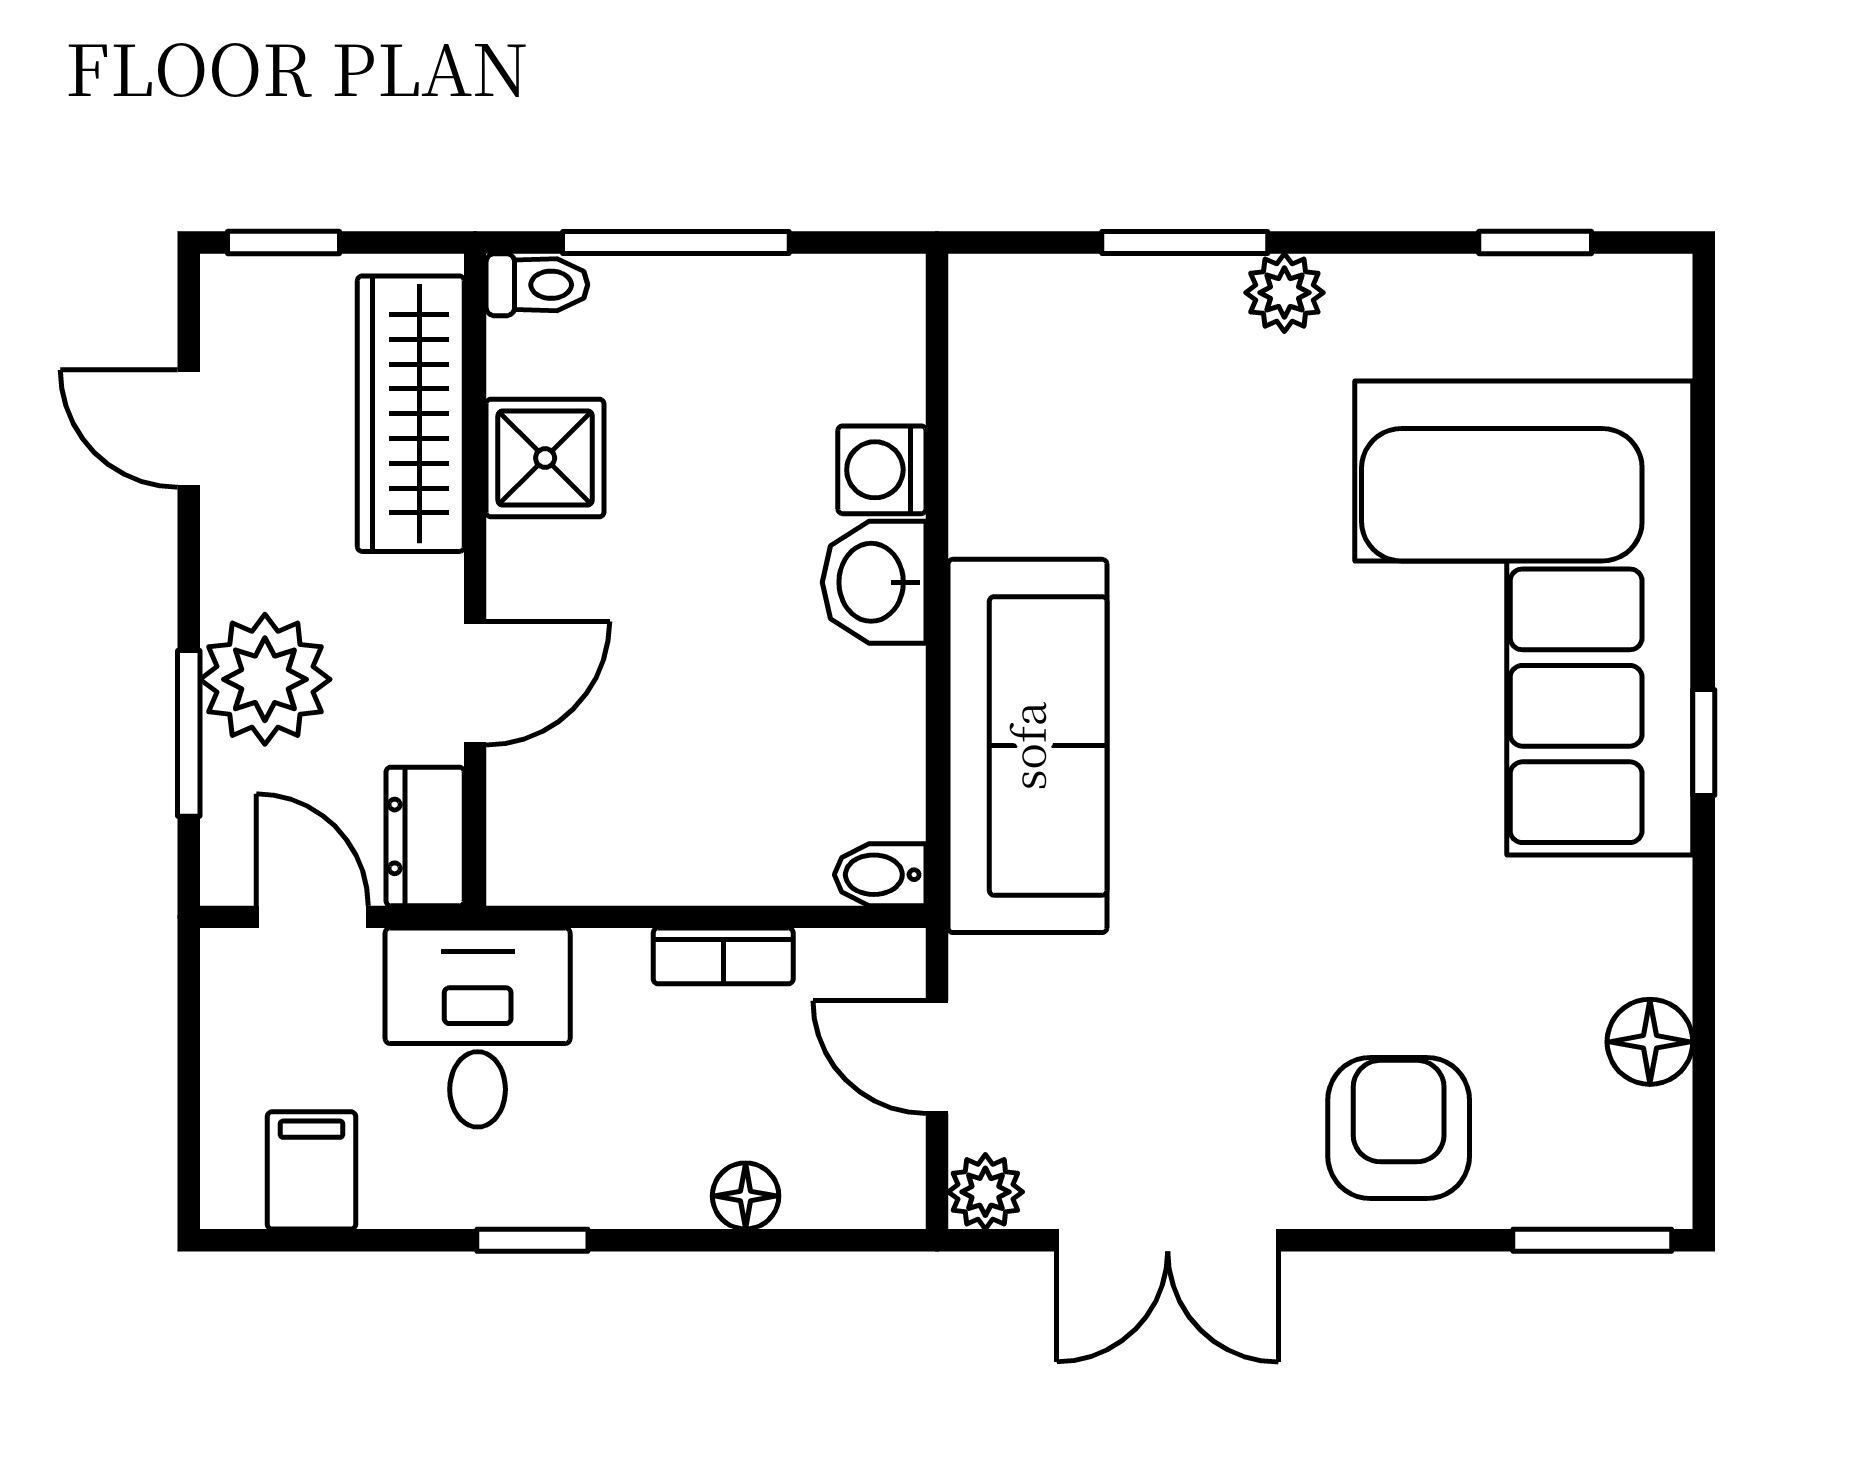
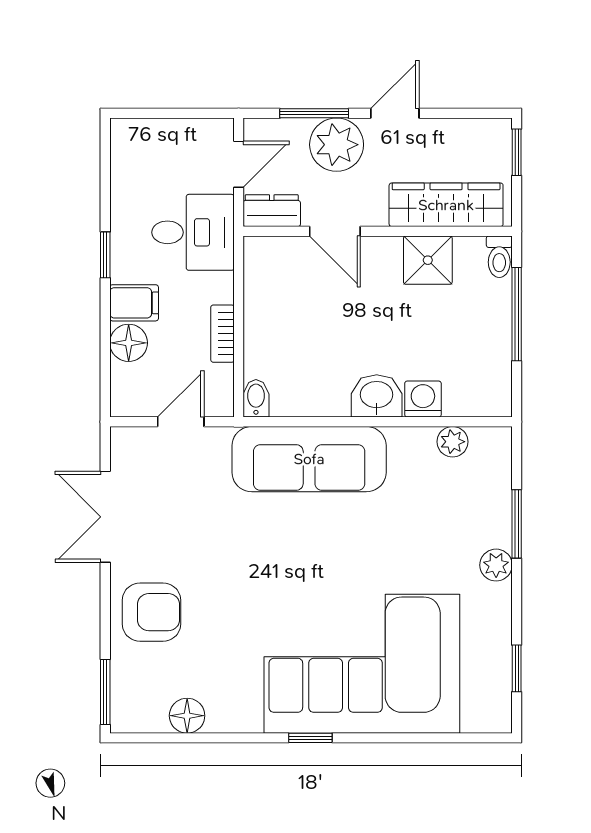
door: (189, 429) -> (395, 113), moved
filing cabinet: (312, 1170) -> (134, 303), moved
plant: (985, 1192) -> (453, 442), moved
floor lamp: (746, 1196) -> (129, 343), width x1.37, depth x1.37

